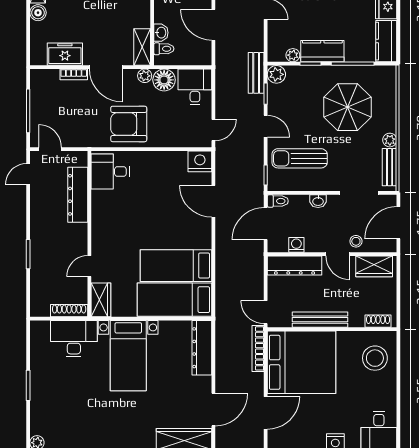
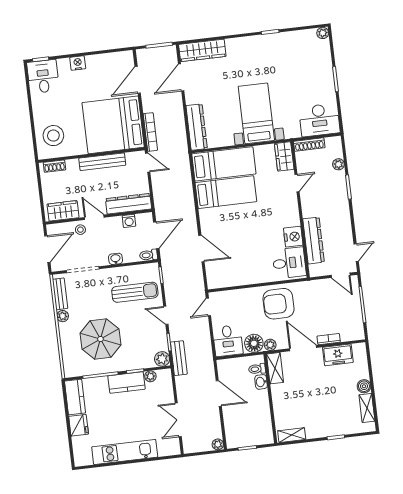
armchair: (129, 124) -> (279, 304), turned 180
nightstand: (200, 161) -> (293, 237), moved, turned -90
plant: (37, 283) -> (338, 164), added
desk: (74, 339) -> (319, 120), moved

